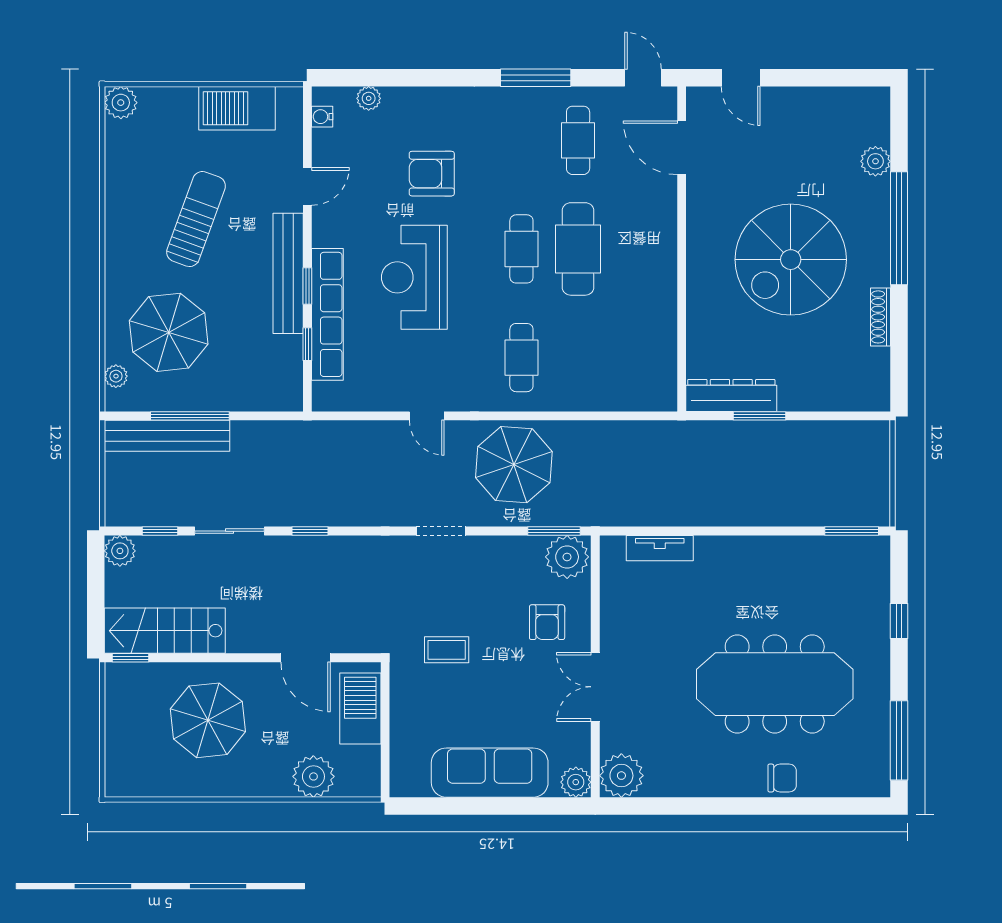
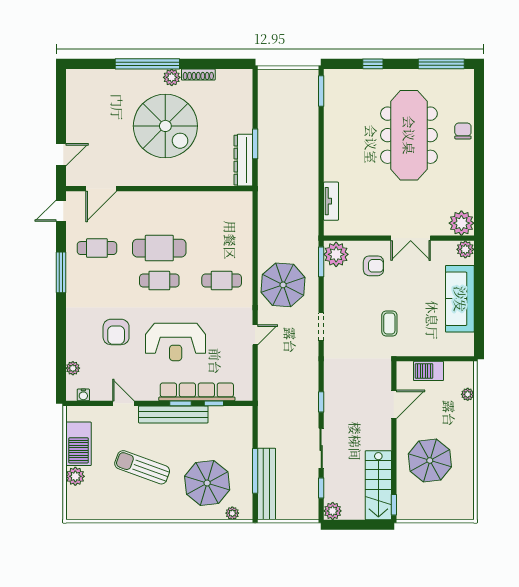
plant: (121, 103) -> (75, 476), moved
plant: (875, 161) -> (172, 77), moved
barbecue: (360, 708) -> (428, 371), width x0.73, depth x0.83
plant: (313, 776) -> (468, 394), width x0.53, depth x0.53

